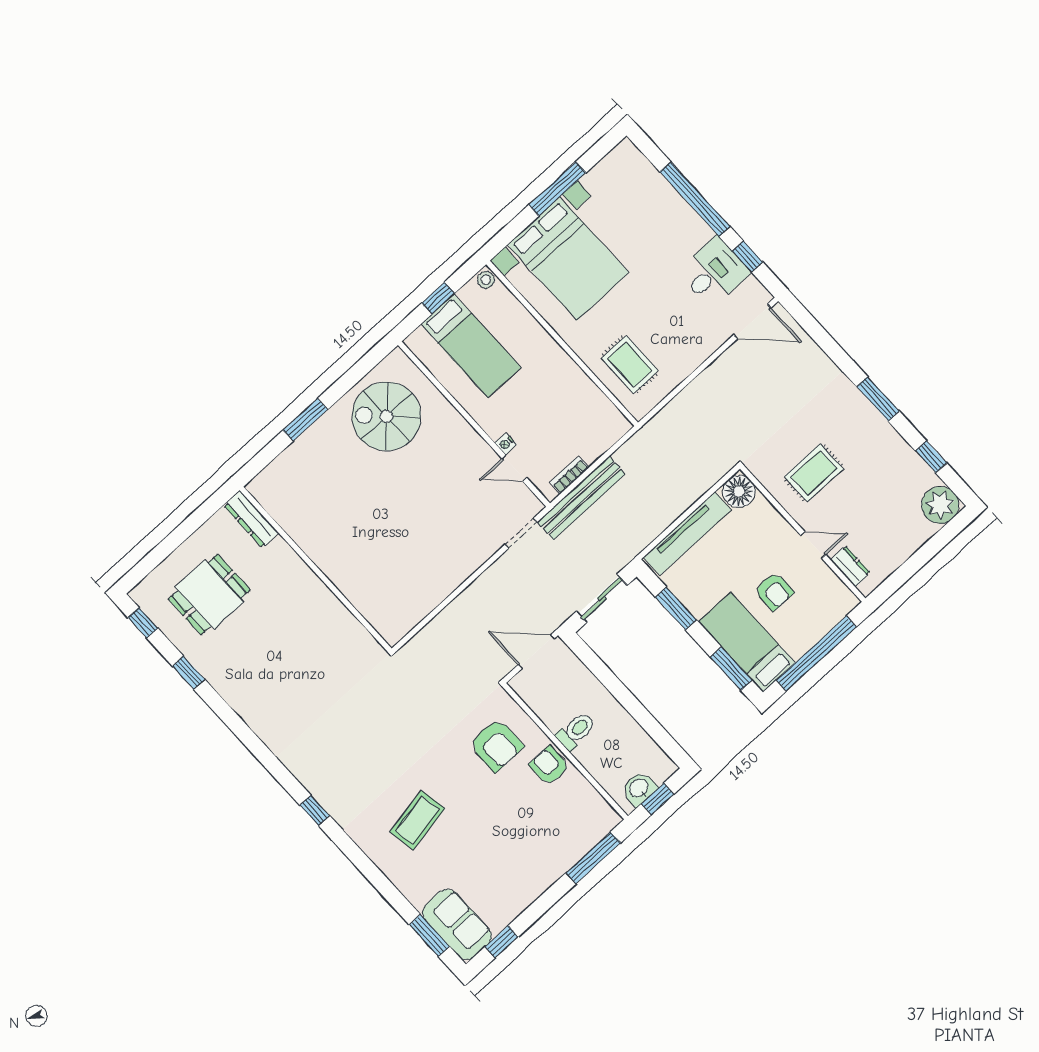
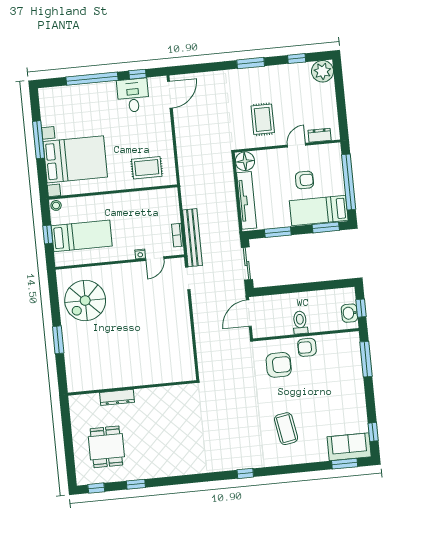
dresser: (251, 519) -> (117, 397), moved

